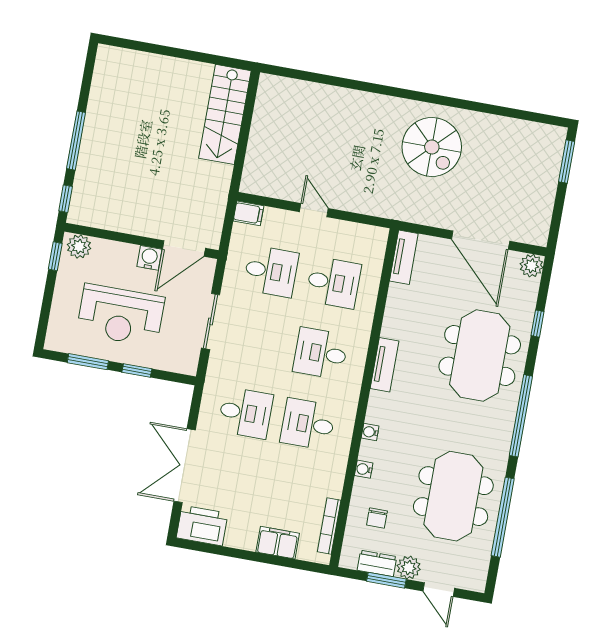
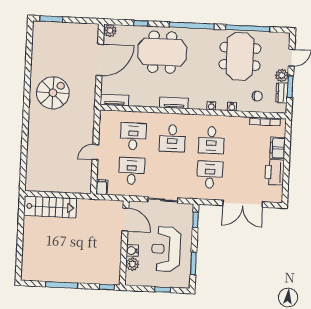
window: (76, 141) -> (61, 285), moved
plant: (79, 247) -> (132, 264), moved
window: (55, 256) -> (163, 290), moved
water cooler: (149, 258) -> (132, 251), moved
reception desk: (121, 315) -> (166, 249), turned 180
window: (137, 371) -> (195, 220), moved
meeting table: (453, 496) -> (240, 56), turned 90
printer: (202, 525) -> (275, 172), moved

